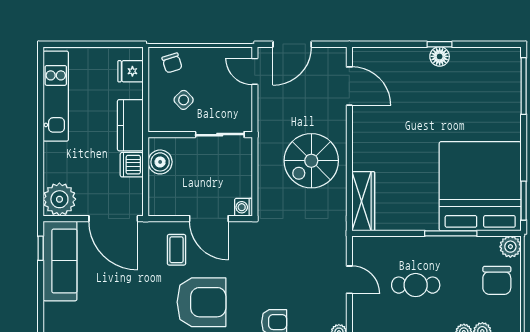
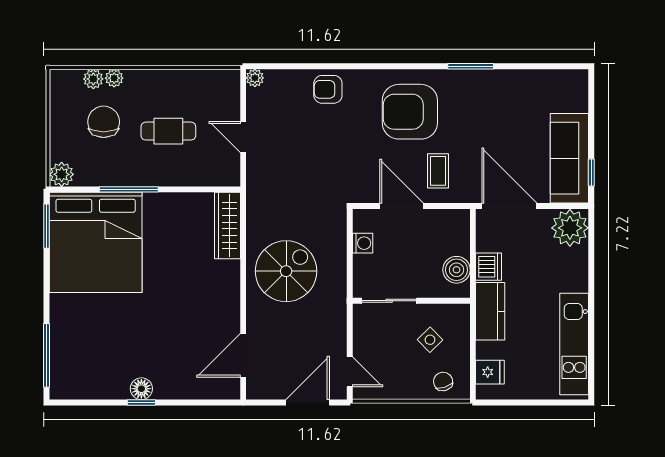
door: (349, 86) -> (243, 355), hinge flipped
washing machine: (243, 207) -> (363, 243), moved
chair: (497, 280) -> (104, 122), moved

